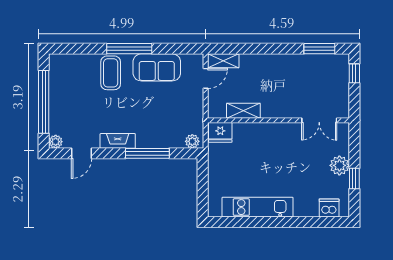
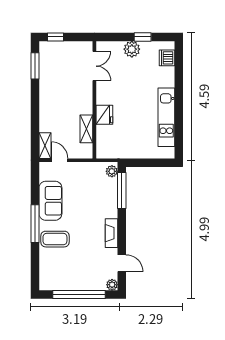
fridge: (220, 132) -> (104, 115), moved
window: (147, 153) -> (122, 190), moved

